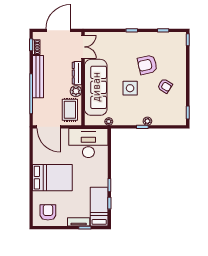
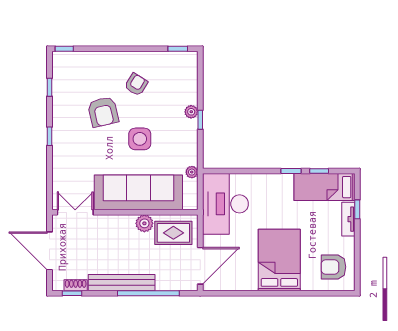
dresser: (77, 73) -> (116, 222), removed

